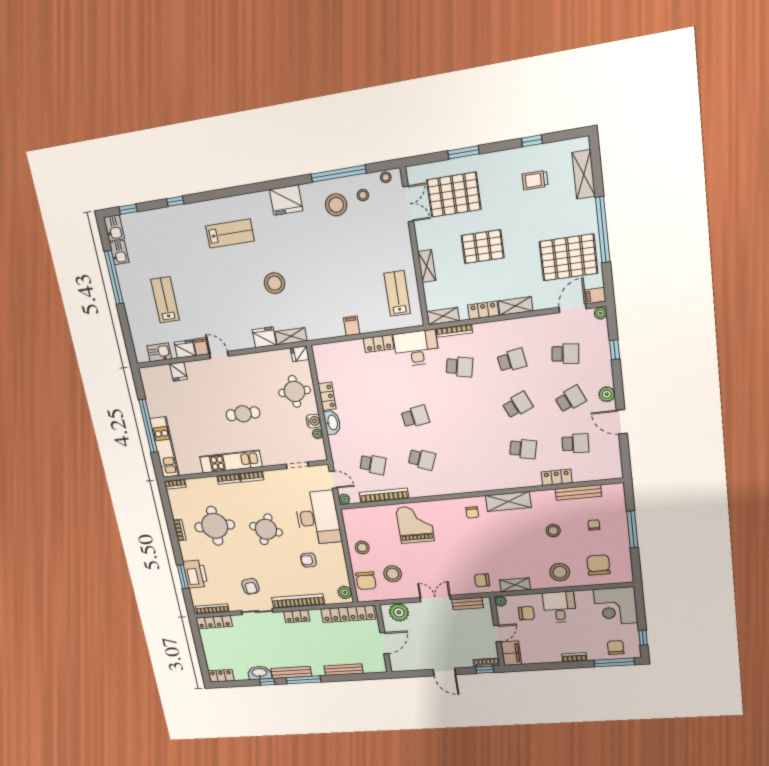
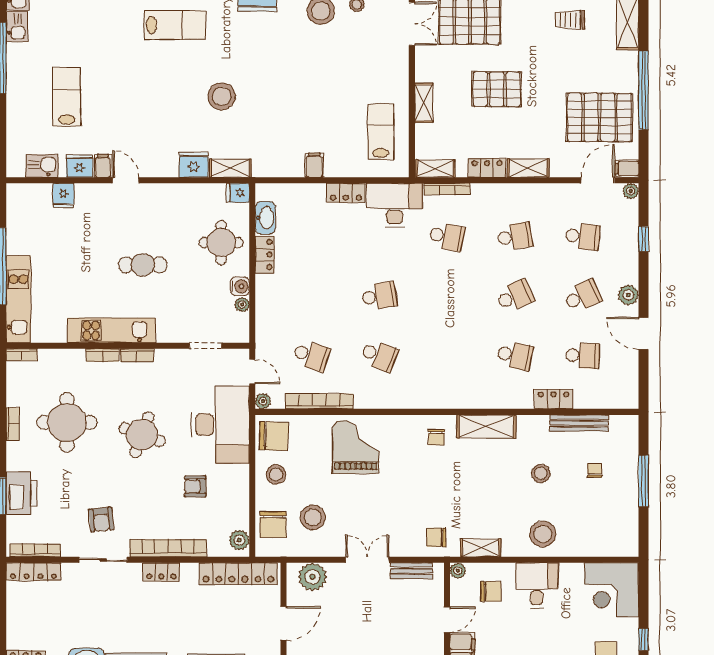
washbasin: (332, 423) -> (265, 218), moved
chair: (598, 565) -> (274, 436), moved, turned 92

